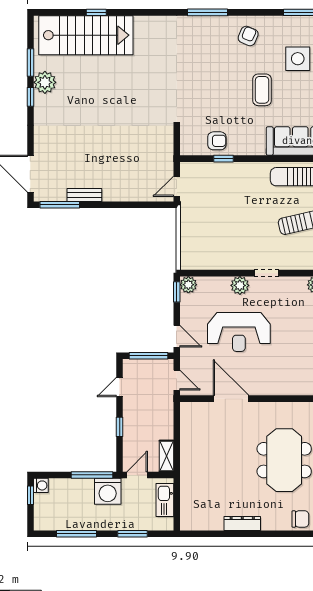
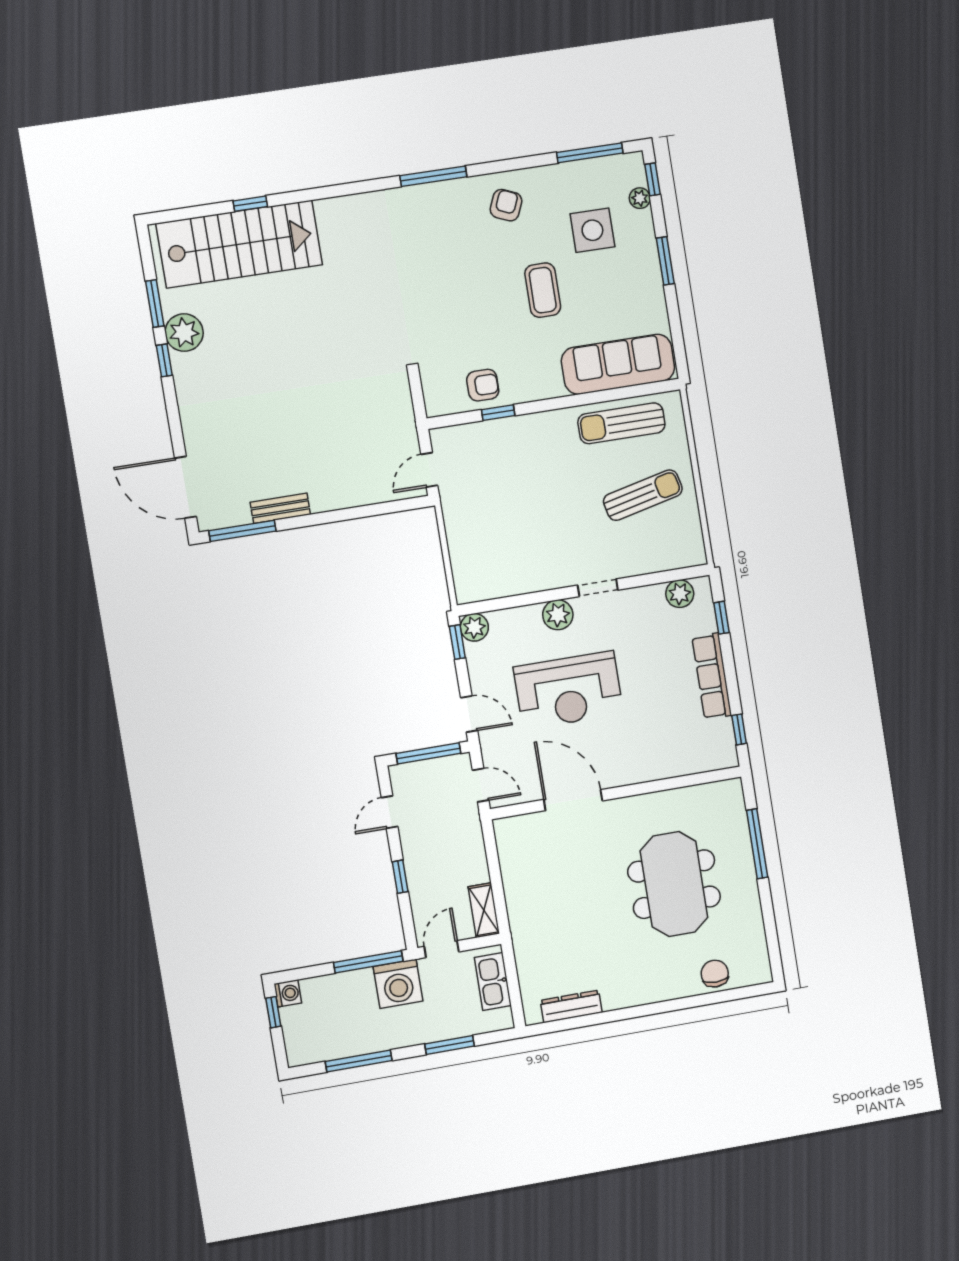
chair: (300, 519) -> (715, 974), turned -90
dresser: (242, 524) -> (571, 1006), moved

